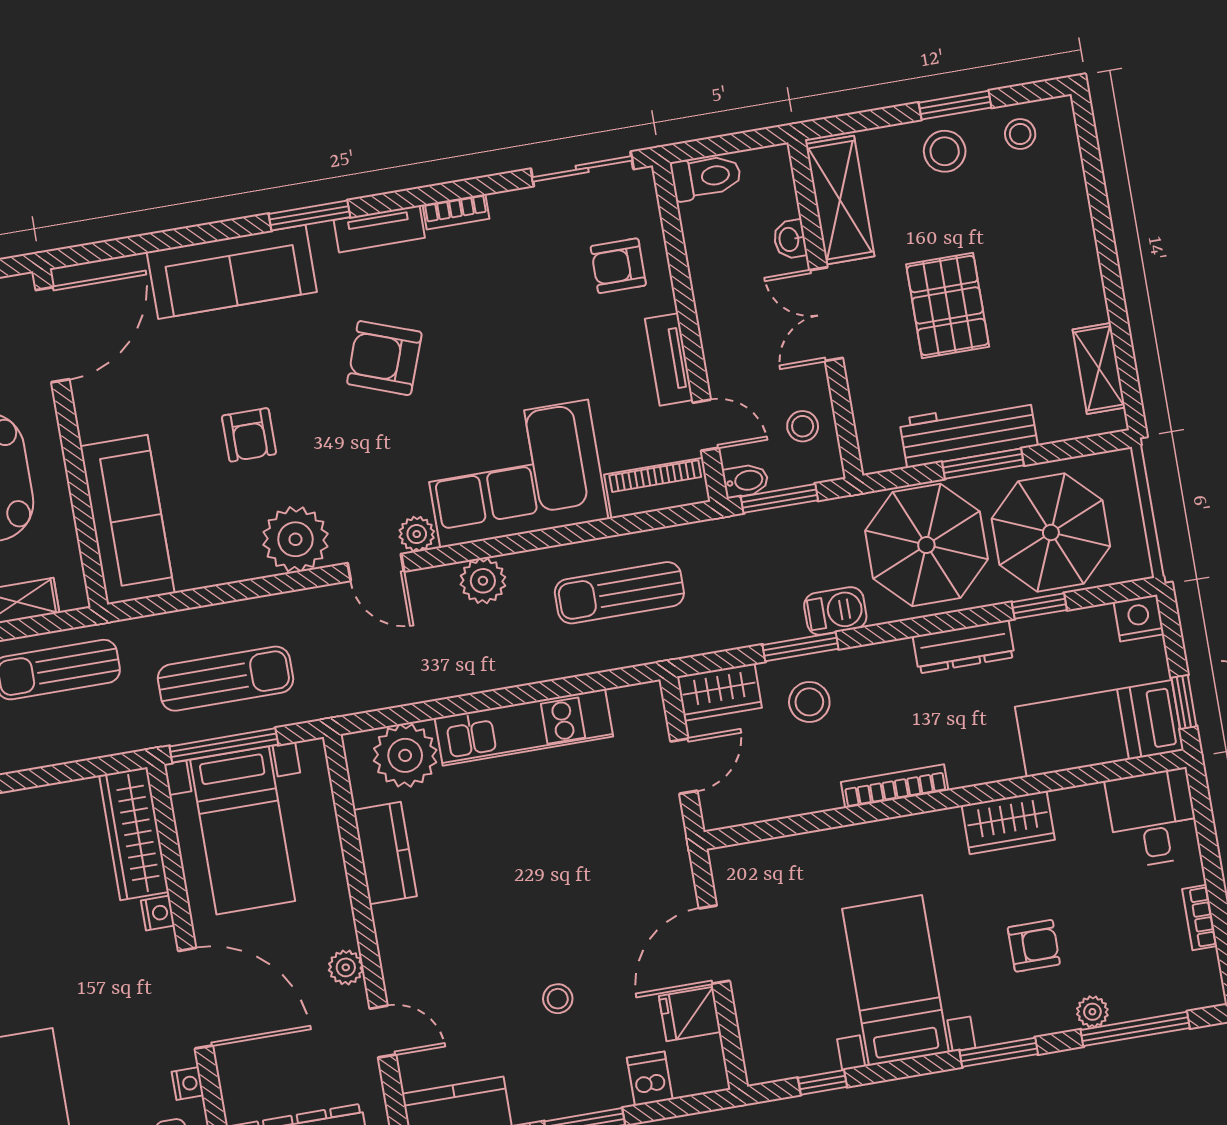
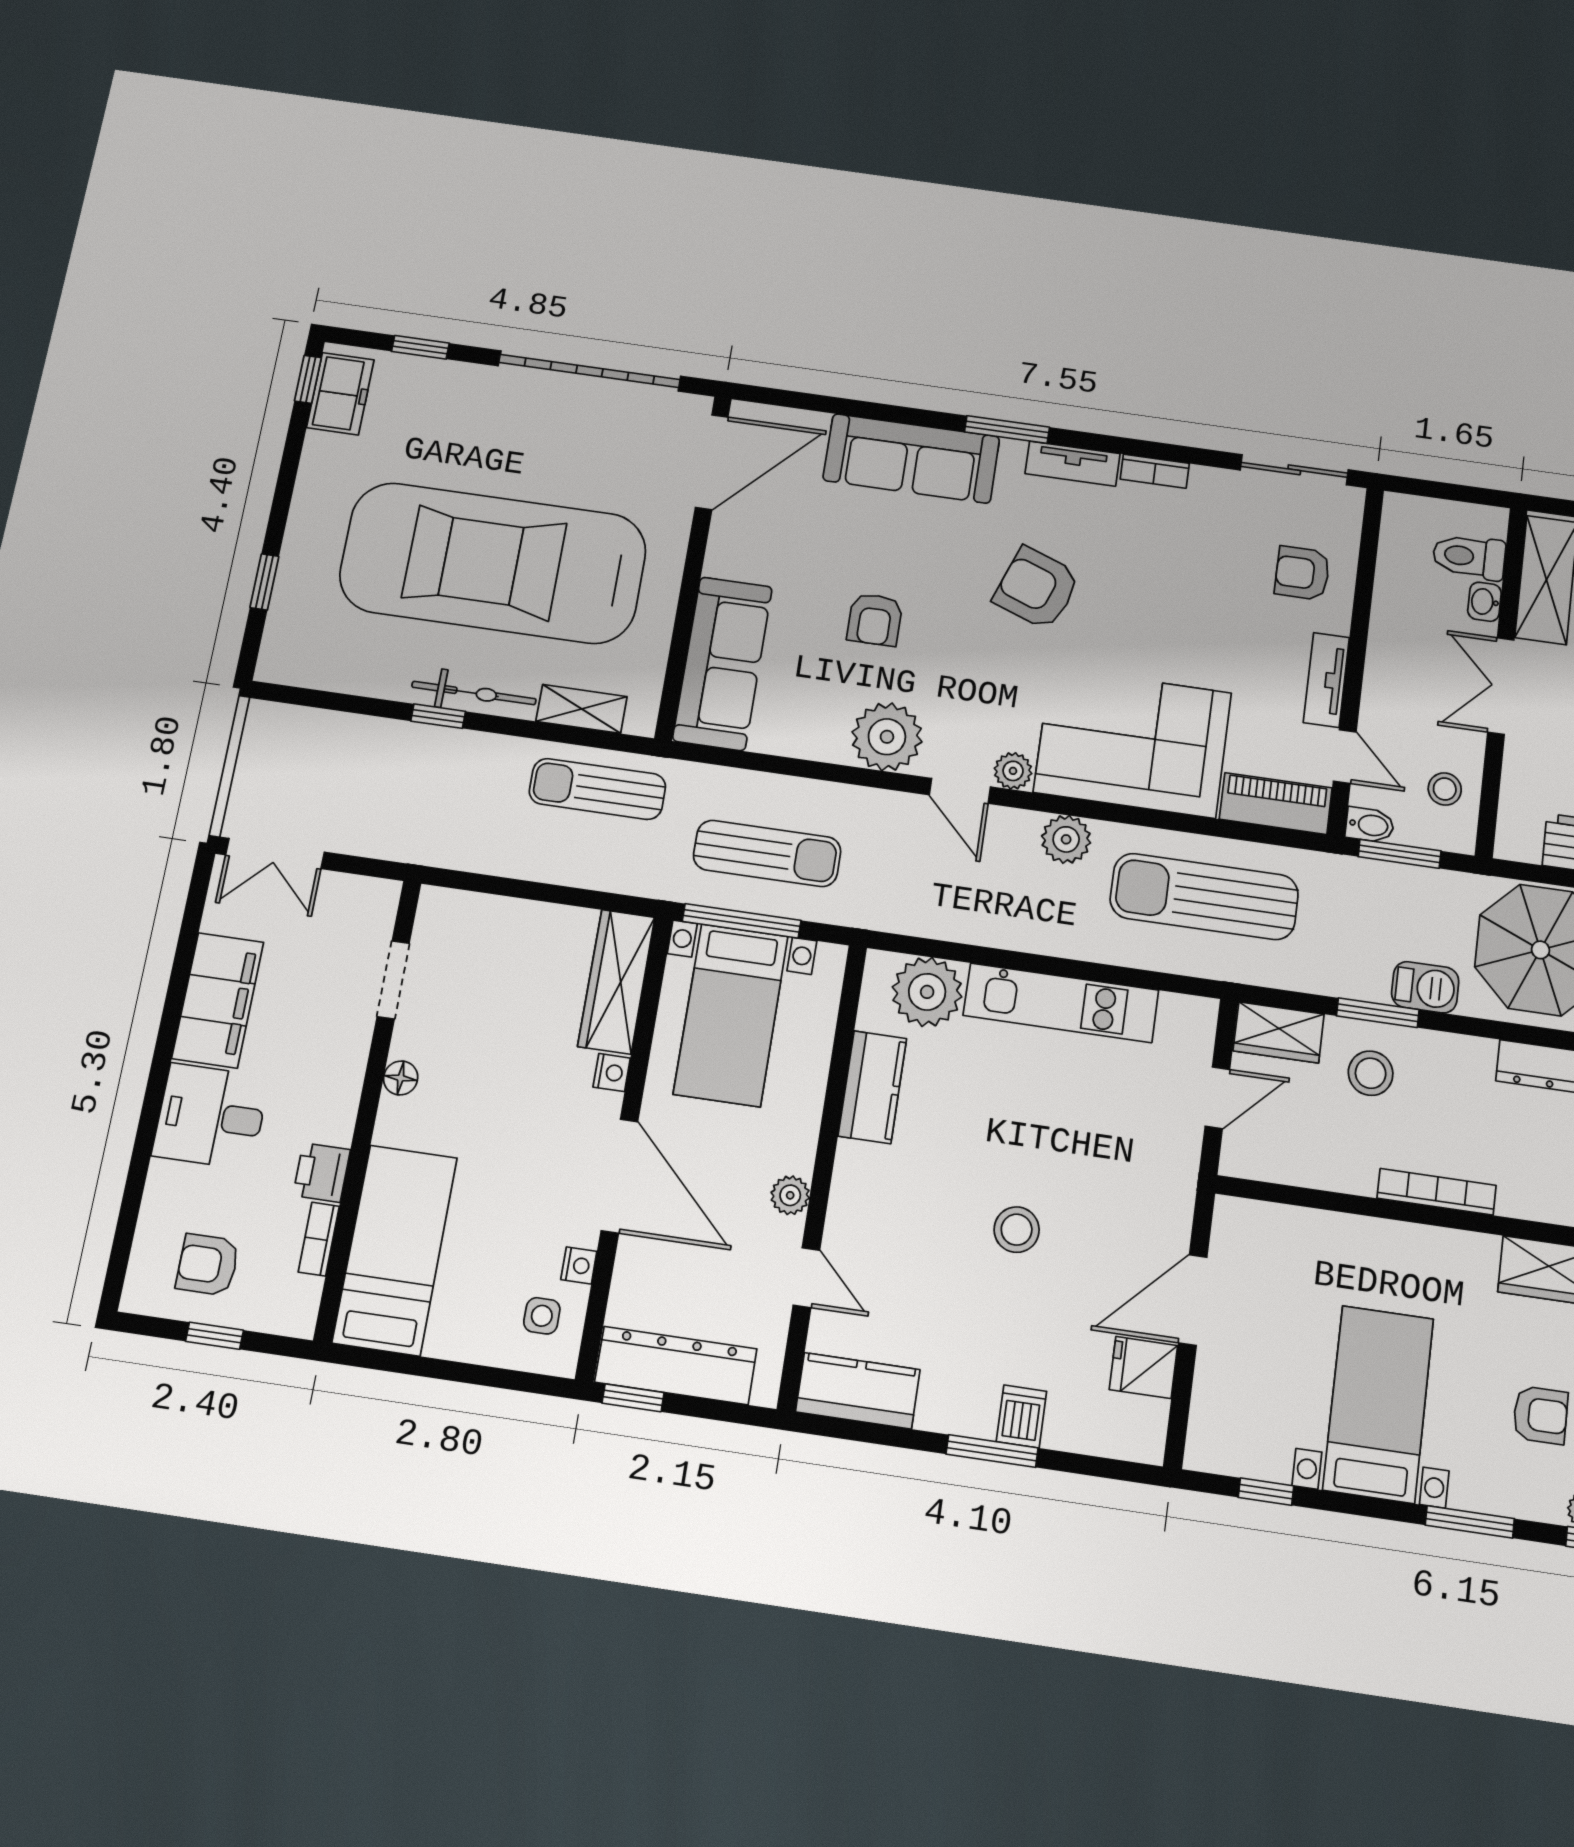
toilet: (706, 177) -> (1469, 557), moved, turned 180
sun lounger: (619, 593) -> (1204, 897), width x1.36, depth x1.34
stool: (558, 999) -> (1017, 1230), moved, width x1.37, depth x1.37
dishwasher: (650, 1079) -> (1021, 1416), moved

